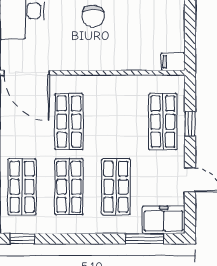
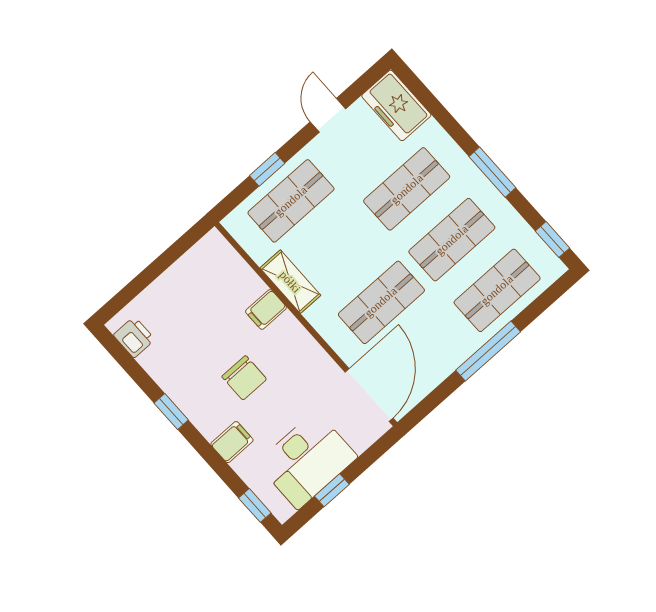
chair: (93, 16) -> (244, 378), turned 90
filing cabinet: (173, 62) -> (266, 309), moved, turned 90
shelving: (121, 84) -> (290, 282), added
window: (145, 239) -> (492, 172), moved

